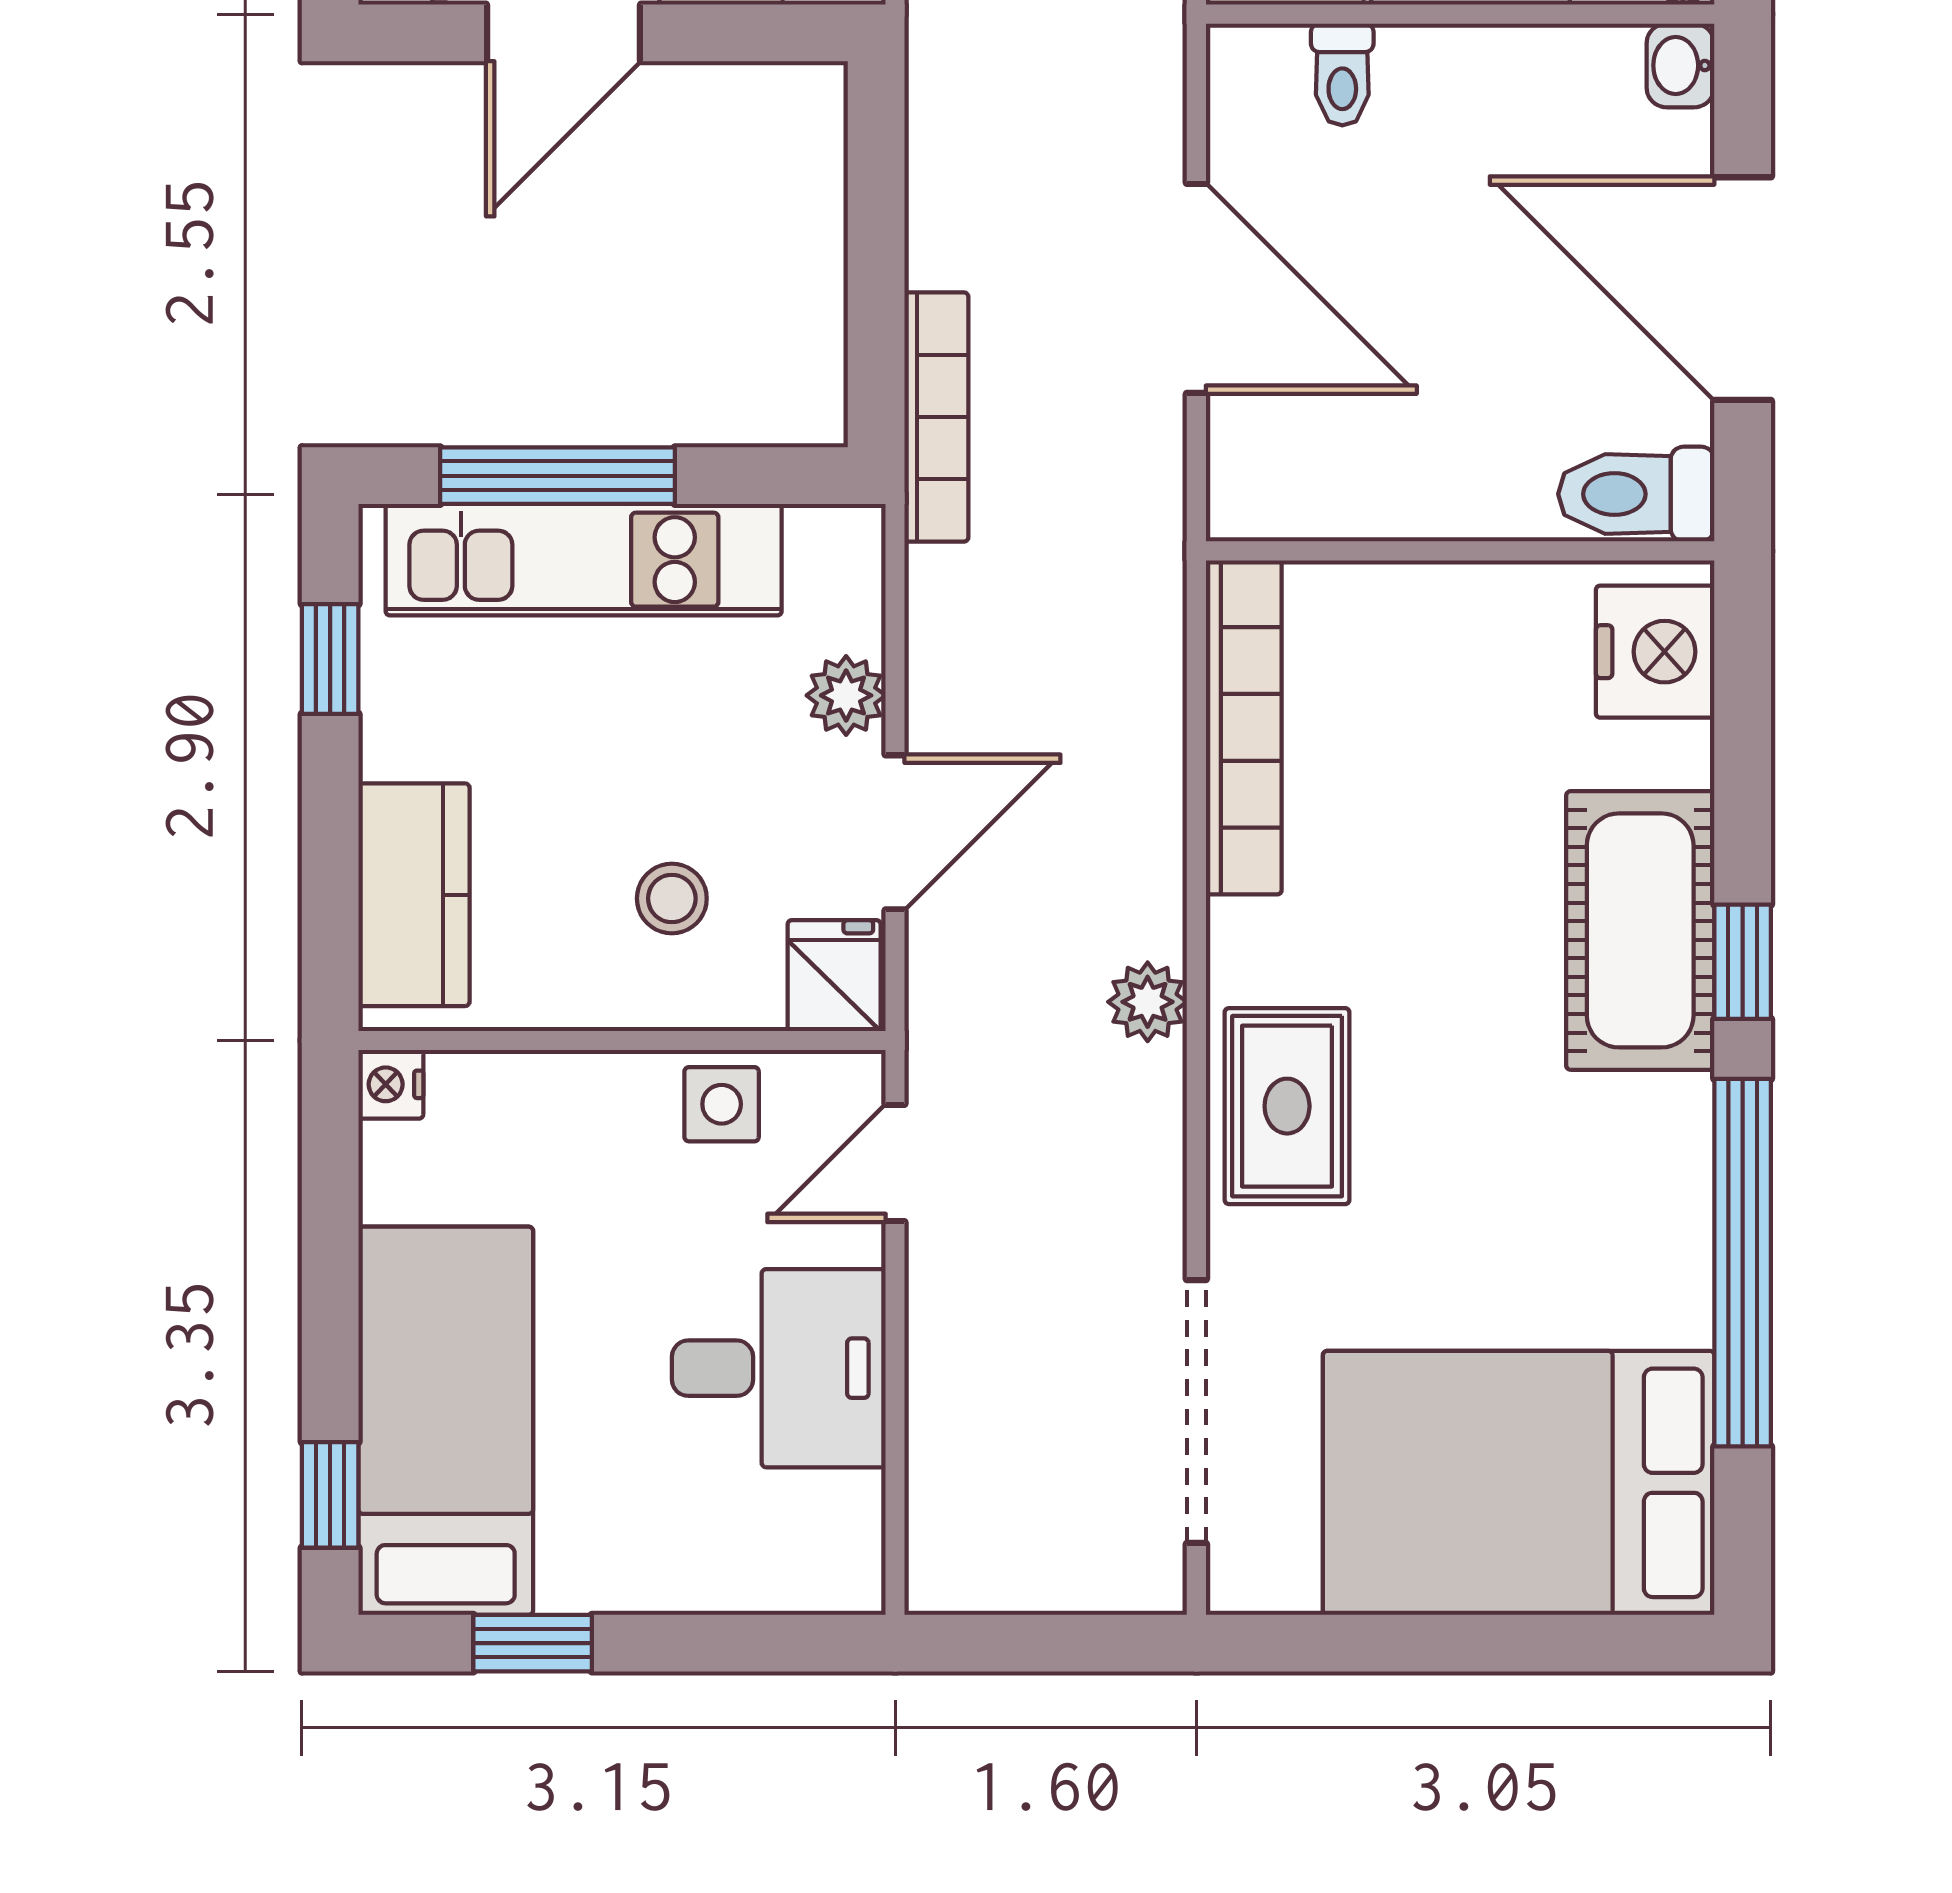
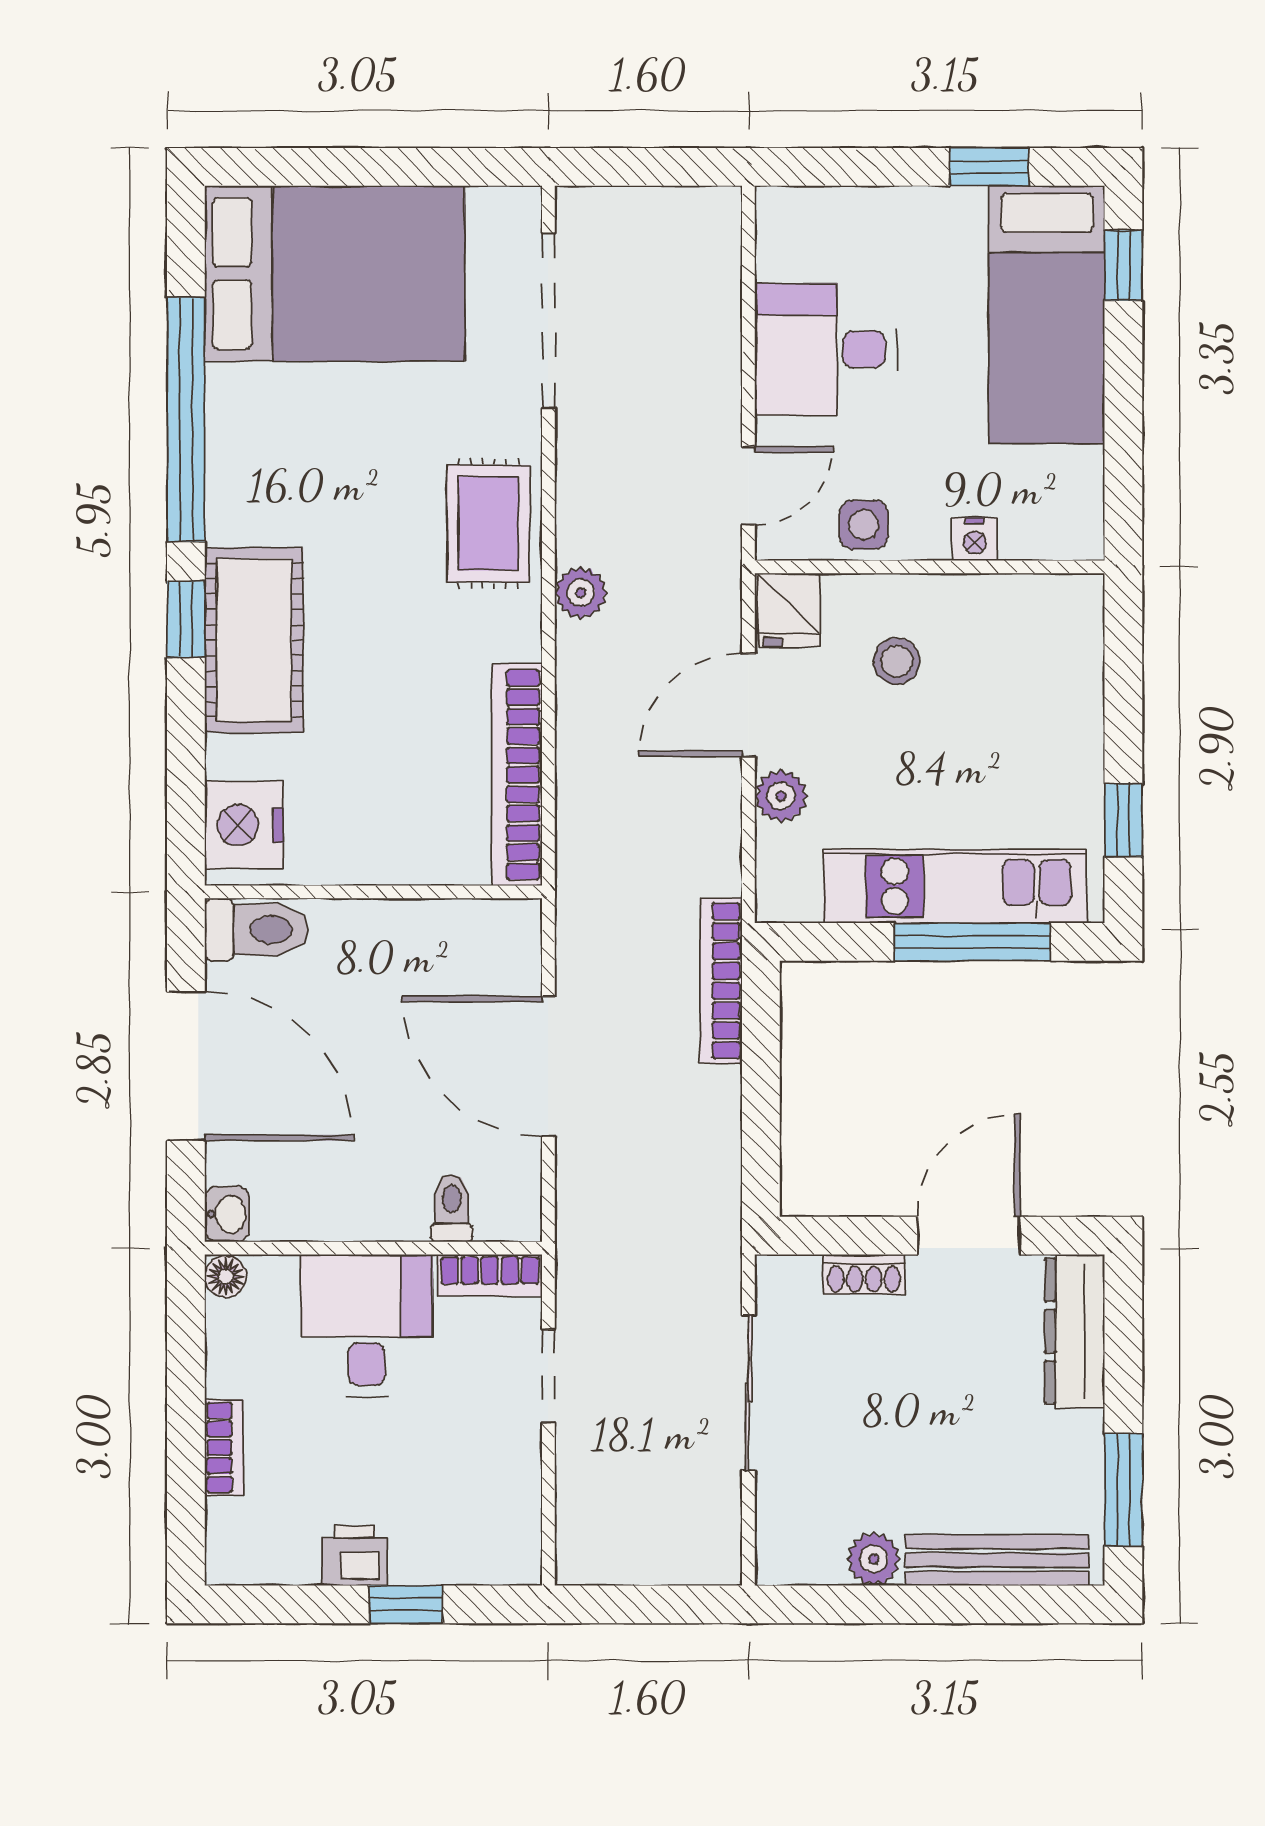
kitchen counter: (414, 895) -> (1068, 664), removed
nightstand: (391, 1084) -> (975, 539), moved, turned 90

